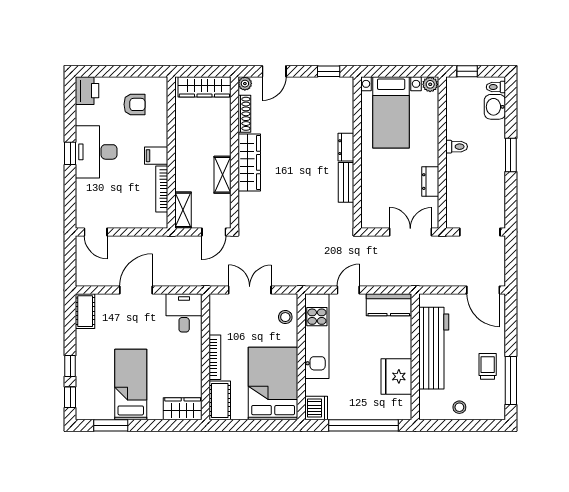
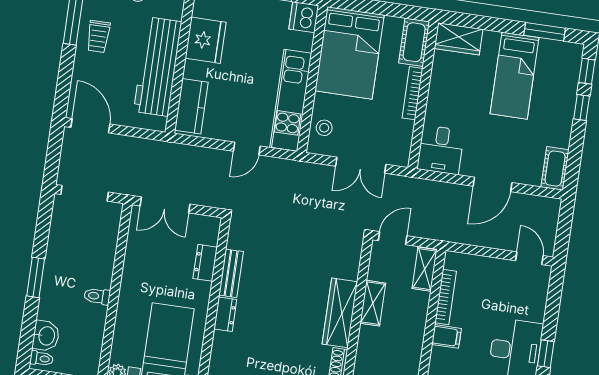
dresser: (430, 182) -> (205, 263), moved, turned 180
kitchen counter: (389, 305) -> (191, 106), moved, turned 90

